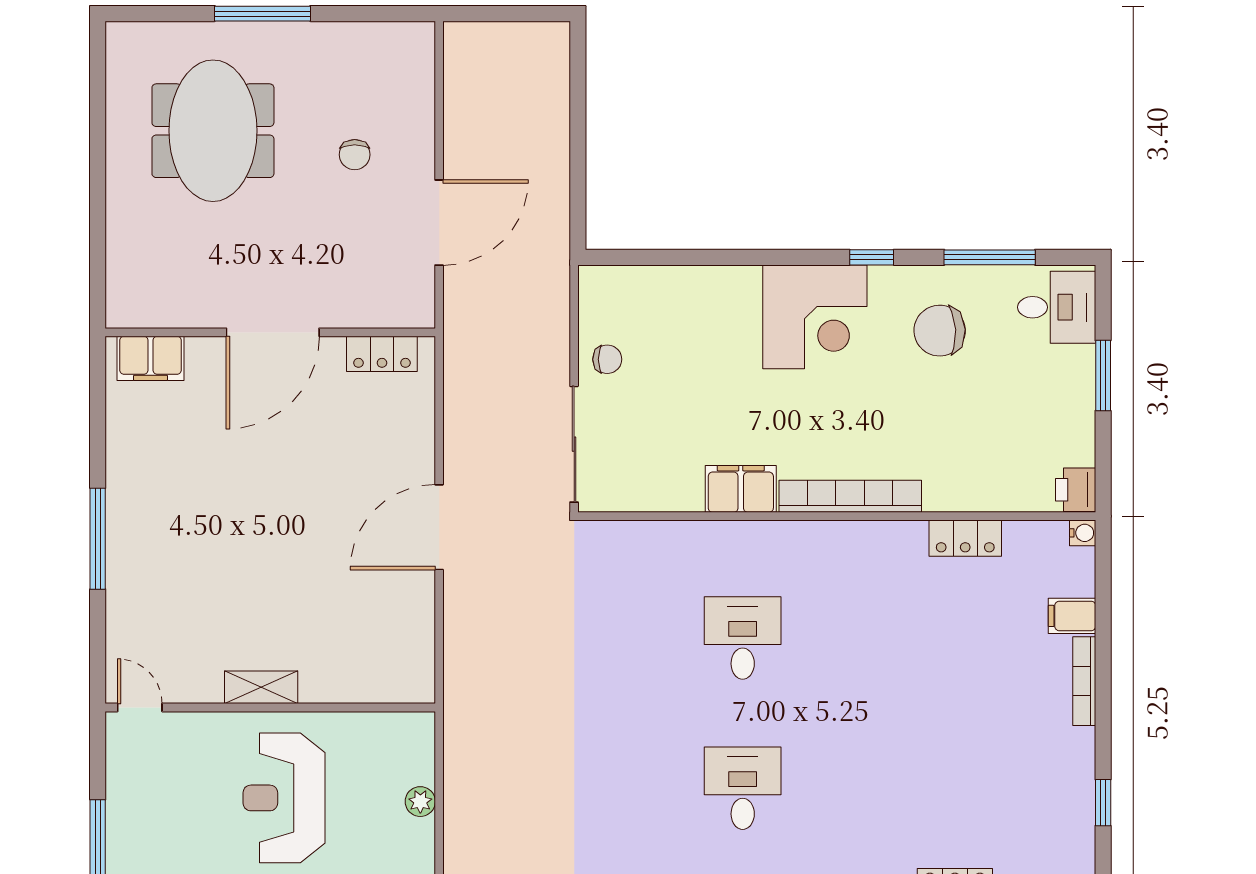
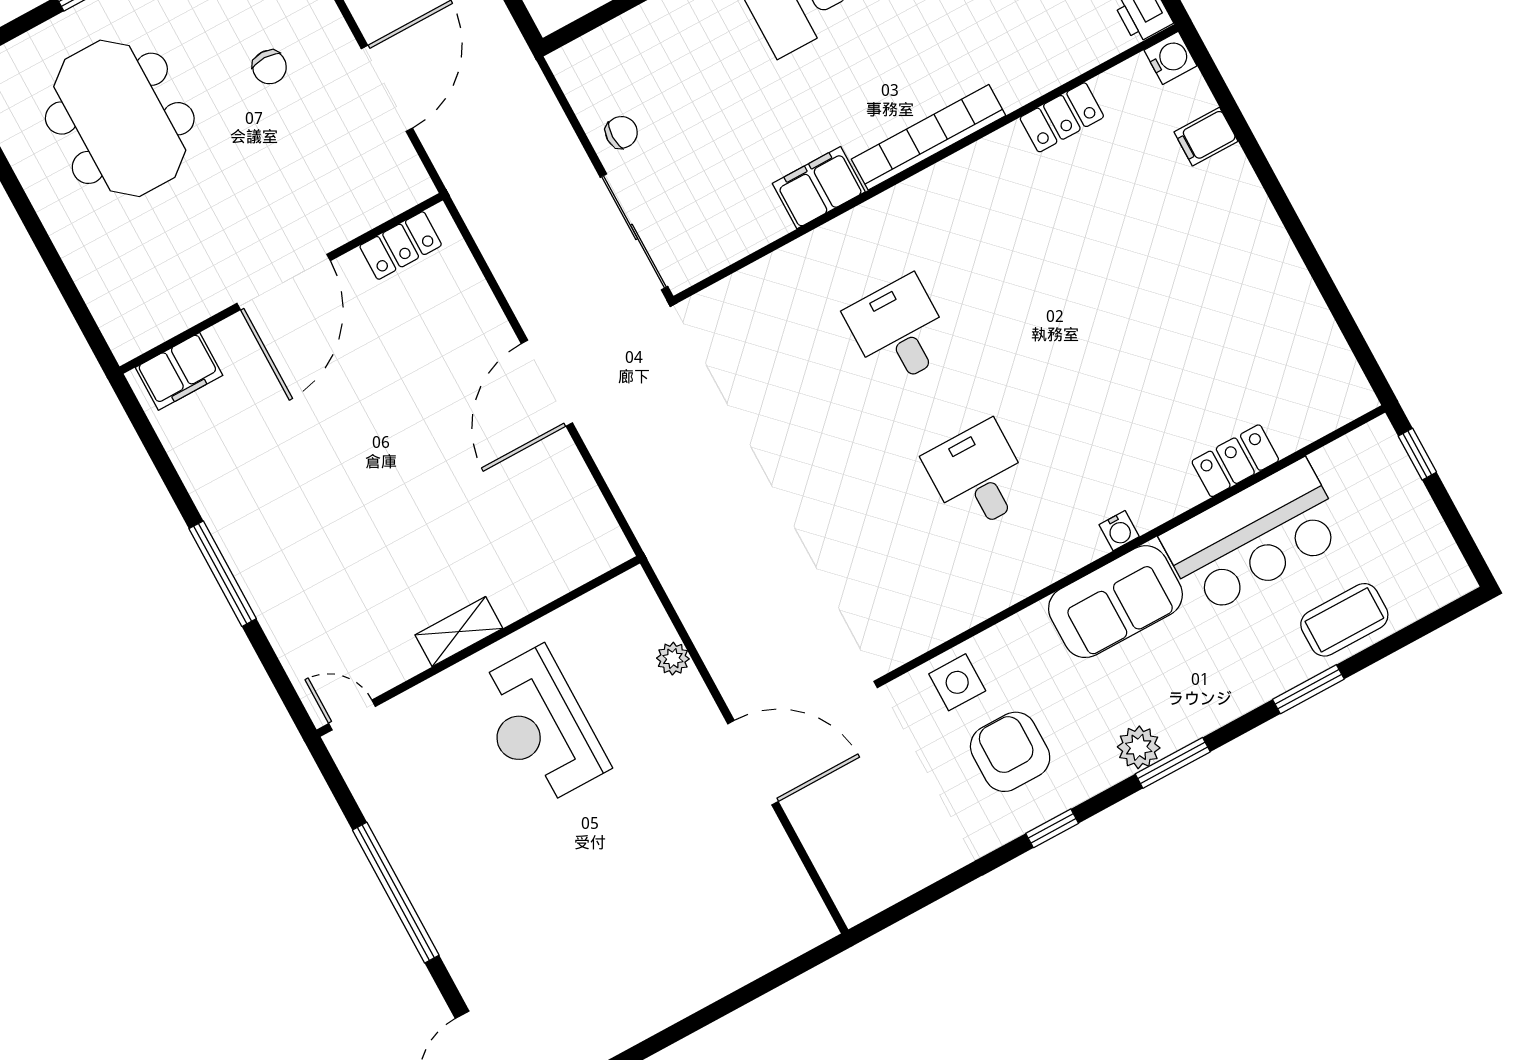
water cooler: (1083, 533) -> (1170, 58), width x1.38, depth x1.38
bookcase: (1084, 681) -> (1252, 193), removed
window: (1103, 803) -> (1334, 301), removed

